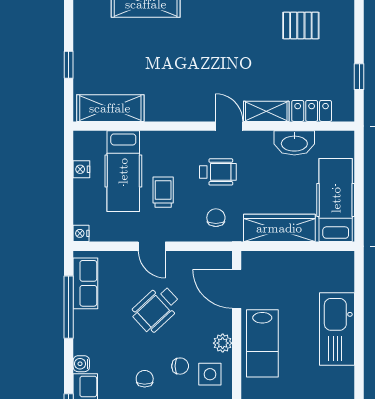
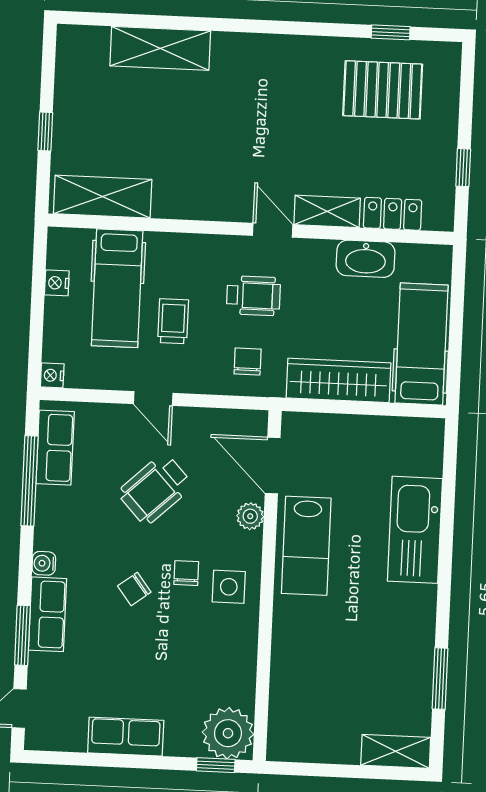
pallet: (301, 25) -> (383, 90), width x1.50, depth x1.42
plant: (223, 343) -> (250, 516), moved
chair: (180, 366) -> (186, 573), turned -90
chair: (145, 379) -> (134, 589), turned -127

